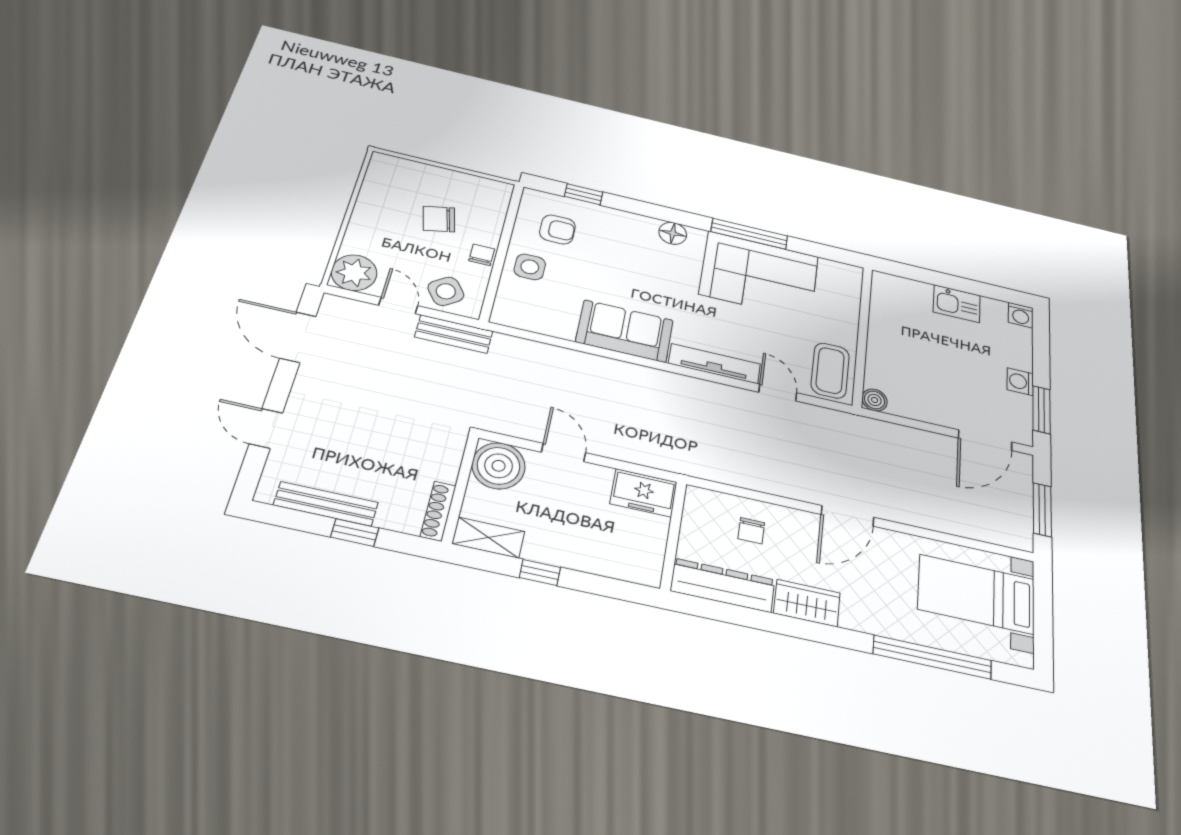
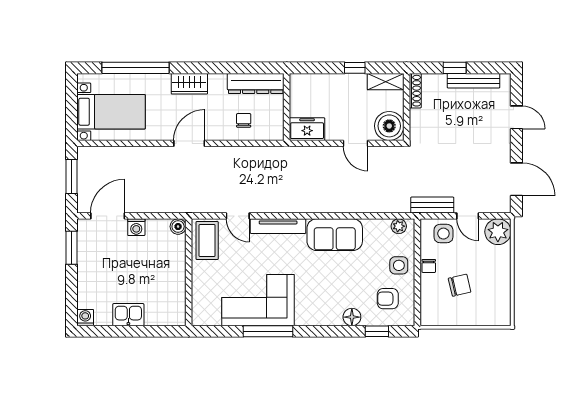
floor lamp: (673, 233) -> (352, 317), moved
side table: (446, 291) -> (443, 234), turned 36
plant: (517, 318) -> (399, 226), added
washing machine: (1020, 382) -> (136, 227), moved, turned 90
wardrobe: (807, 603) -> (189, 84), moved

